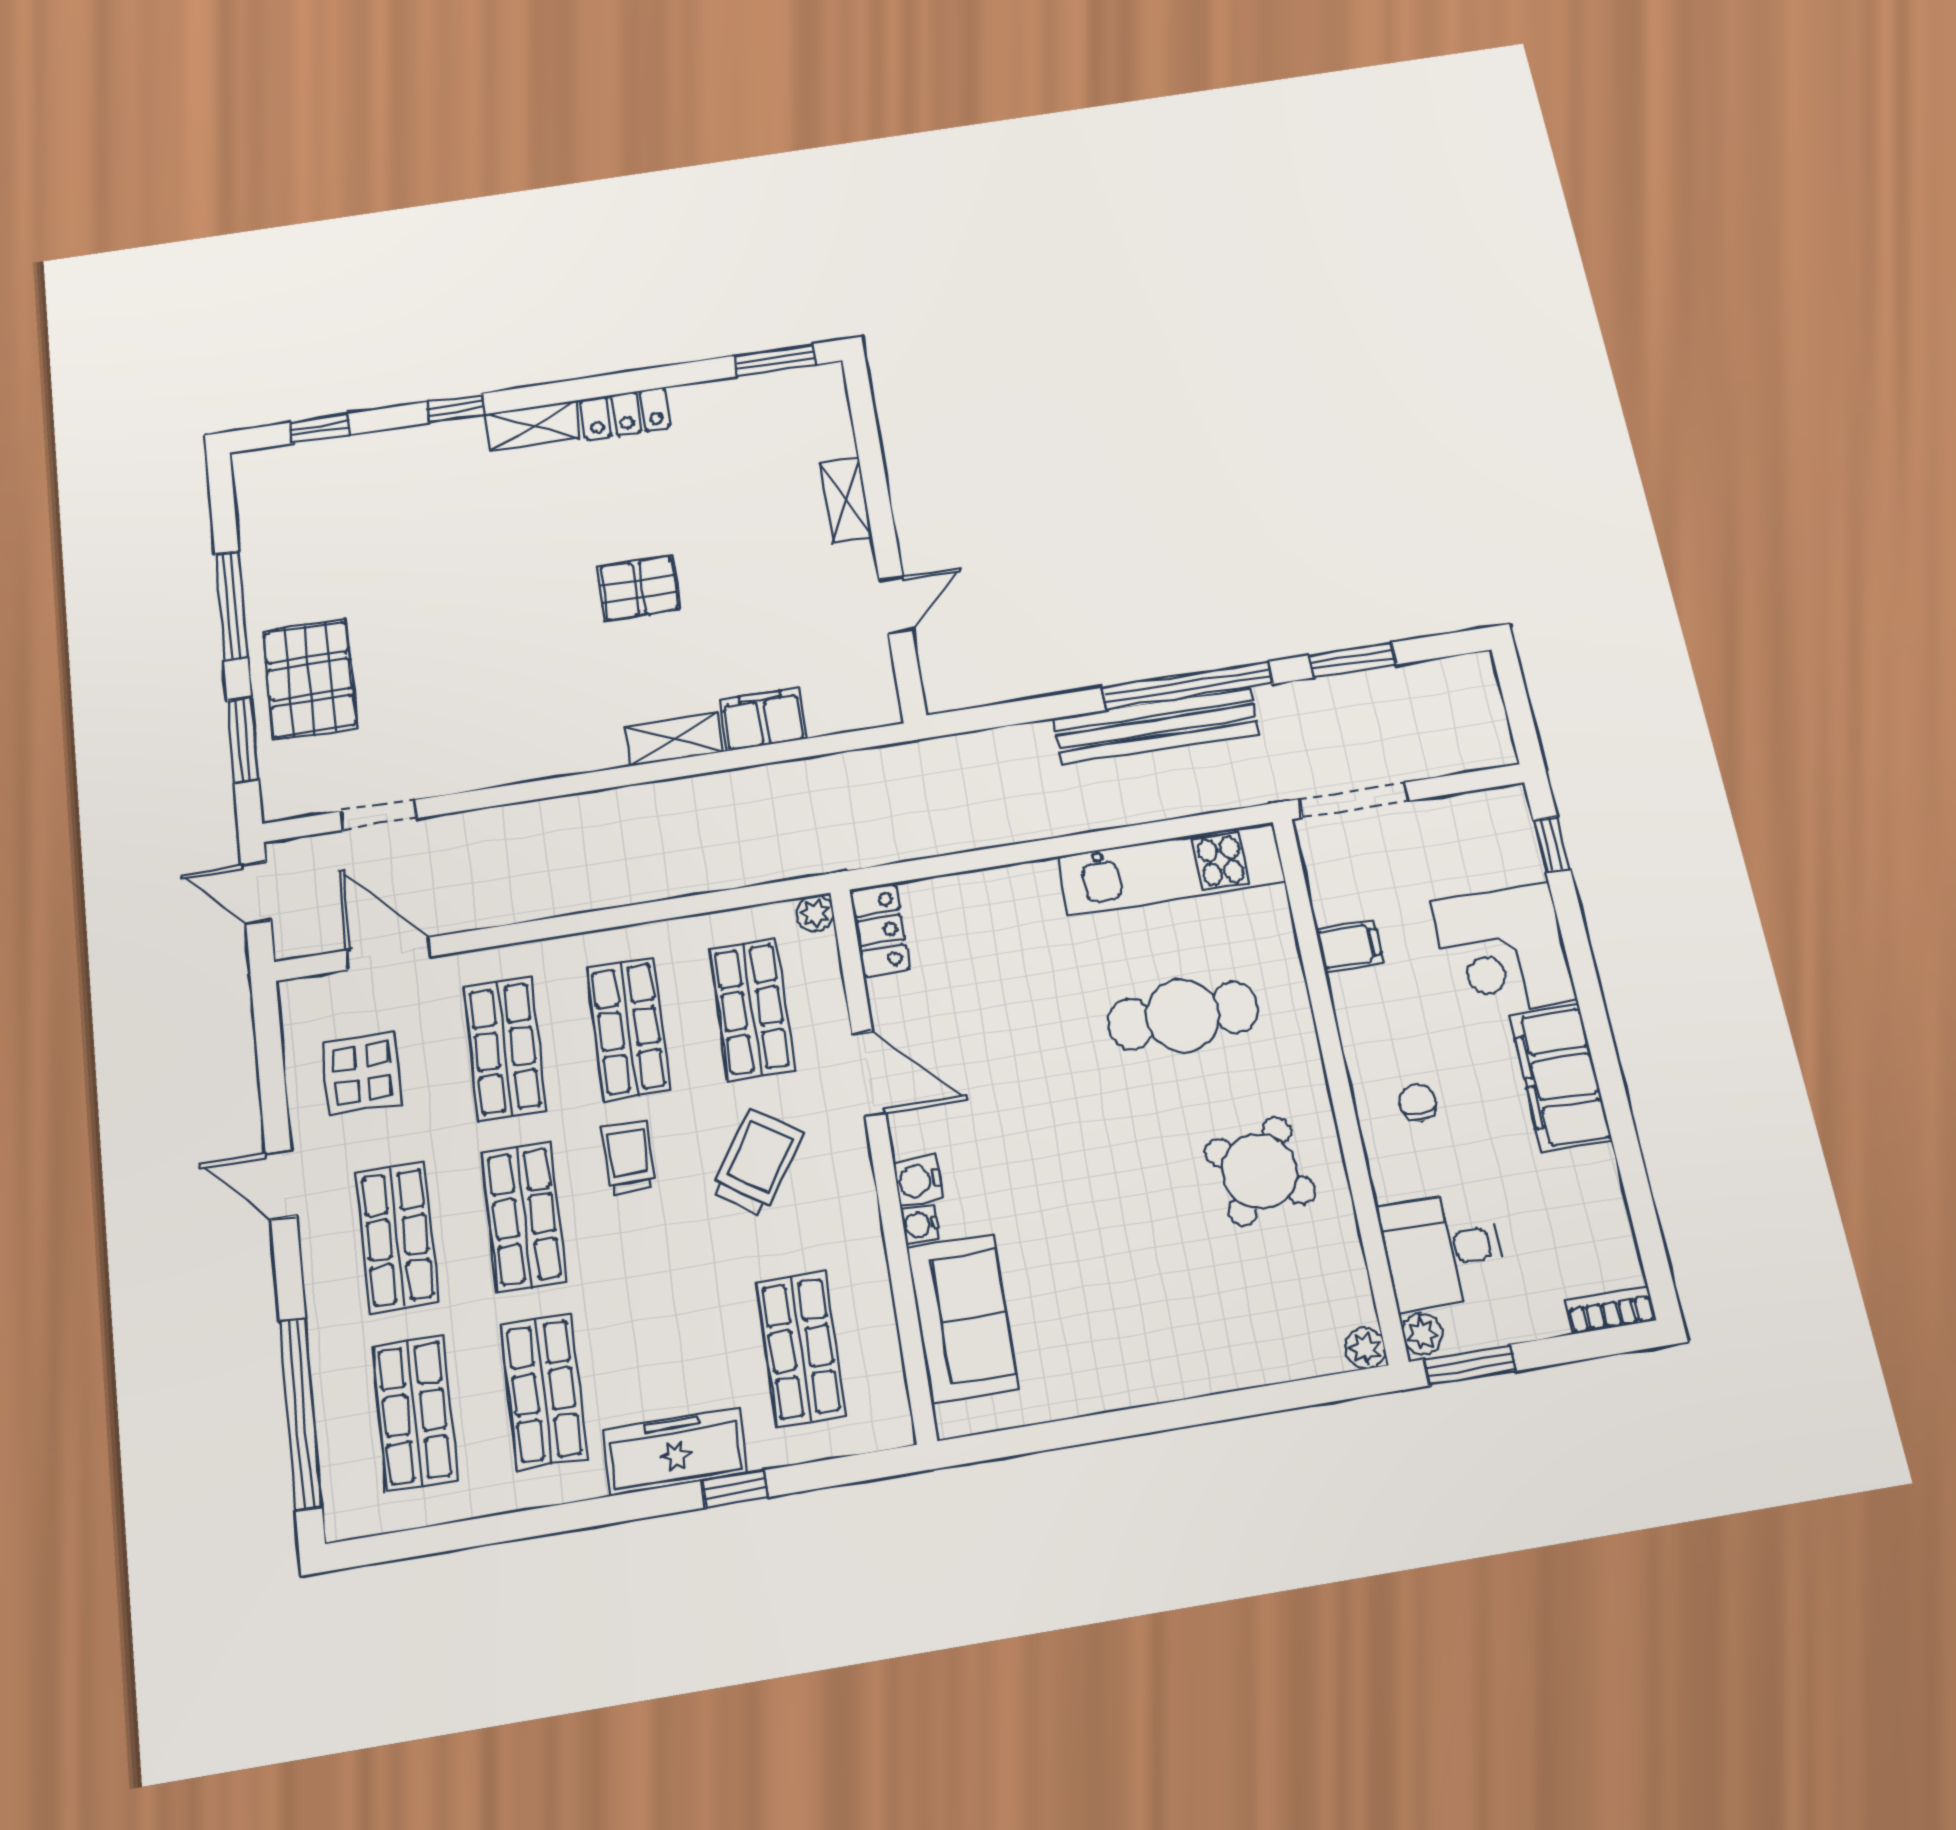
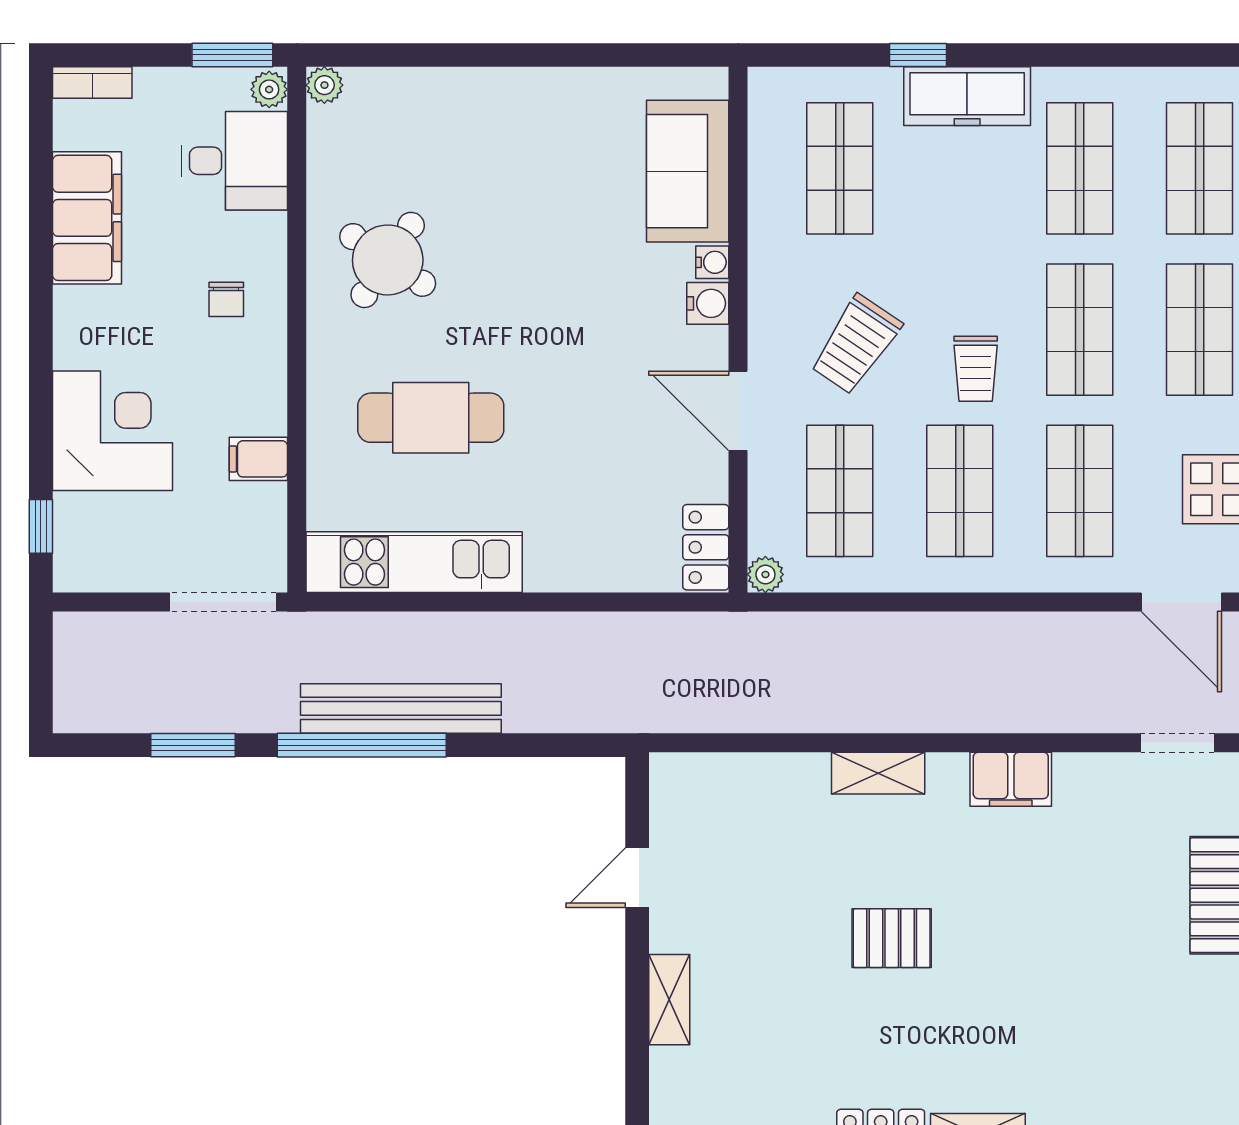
filing cabinet: (763, 719) -> (1011, 779), moved
filing cabinet: (1560, 1078) -> (87, 218), moved

